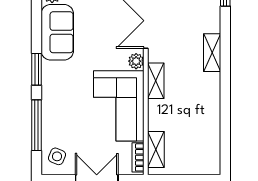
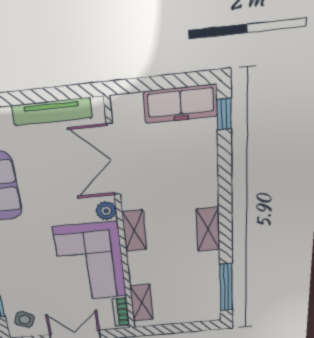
shelving: (212, 53) -> (208, 229), moved
window: (225, 142) -> (226, 287), added

